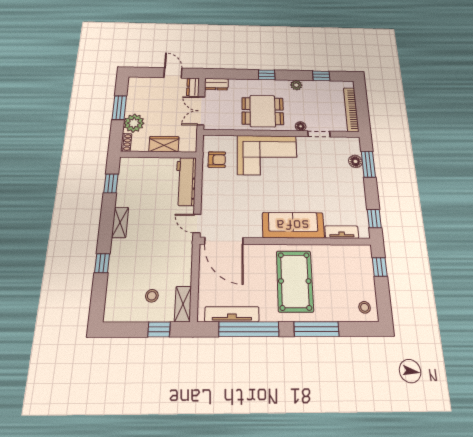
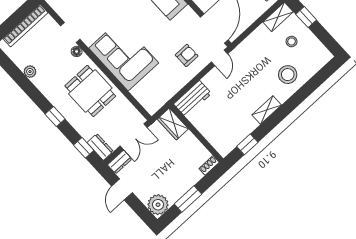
window: (321, 76) -> (84, 148), moved
plant: (296, 85) -> (30, 72), moved
plant: (134, 123) -> (158, 205), moved
wardrobe: (164, 144) -> (173, 124), moved
armchair: (217, 160) -> (187, 55), moved, turned 90
workbench: (186, 181) -> (193, 99), width x0.73
window: (102, 263) -> (302, 94), removed
stool: (129, 266) -> (288, 75), added

